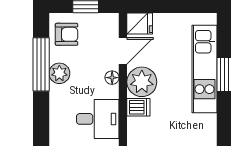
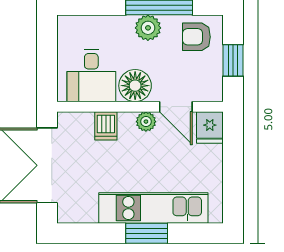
armchair: (67, 34) -> (196, 37), turned 90
floor lamp: (112, 78) -> (135, 86), width x1.89, depth x1.89
plant: (142, 82) -> (146, 122), width x0.53, depth x0.53

